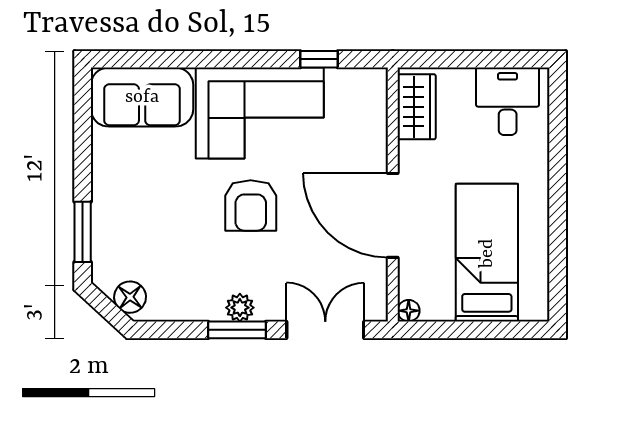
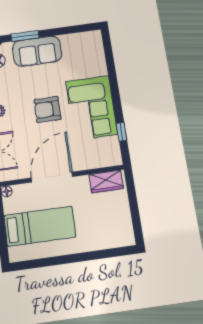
sofa: (142, 97) -> (37, 51), moved, turned -90
desk: (508, 101) -> (116, 226), removed

